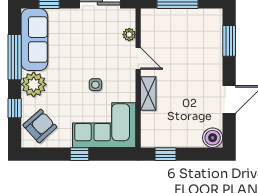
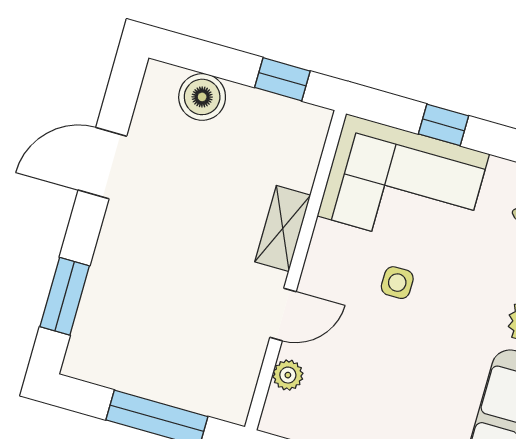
door: (138, 59) -> (283, 314), swing flipped
boiler: (213, 138) -> (202, 97), moved
window: (80, 154) -> (444, 125), moved

